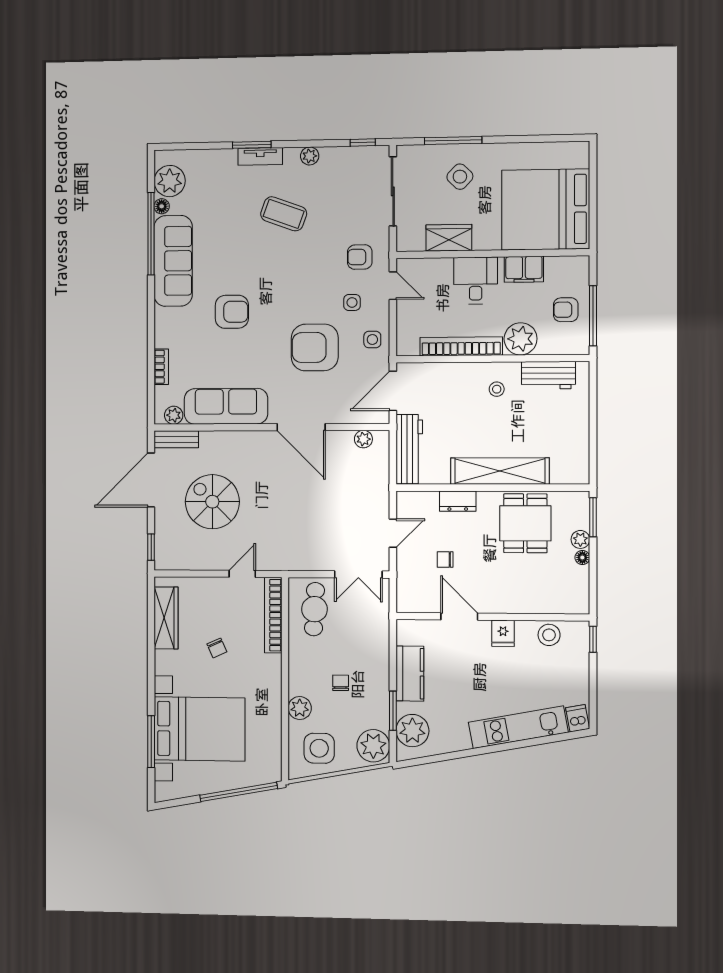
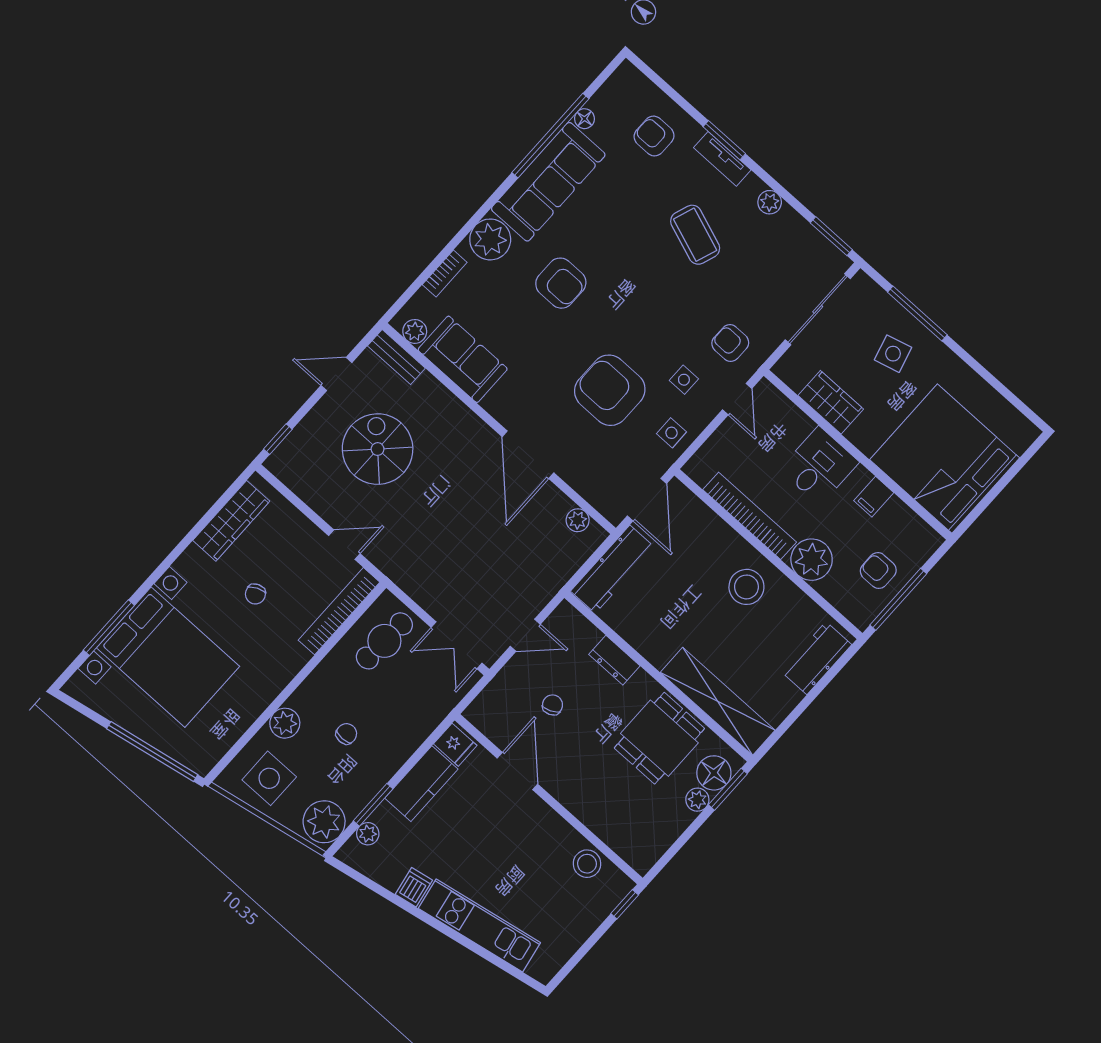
window: (363, 142) -> (831, 236), width x1.50
side table: (460, 177) -> (893, 354), turned 31
armchair: (210, 180) -> (654, 136), added
plant: (170, 181) -> (490, 239), moved
filing cabinet: (524, 269) -> (874, 497), width x0.50
workbench: (548, 375) -> (816, 658), moved, turned 90
stool: (497, 389) -> (746, 587), width x1.89, depth x1.89
door: (393, 391) -> (647, 500), swing flipped
sofa: (226, 406) -> (463, 359), width x0.73
shelving: (500, 471) -> (718, 701), moved
door: (151, 480) -> (336, 374), width x0.53
floor lamp: (582, 558) -> (714, 773), moved, width x1.89, depth x1.89
chair: (445, 560) -> (553, 705), turned 67
fridge: (503, 633) -> (455, 745), moved, turned -90
dishwasher: (578, 718) -> (414, 887), moved
plant: (412, 731) -> (368, 834), width x0.53, depth x0.53

